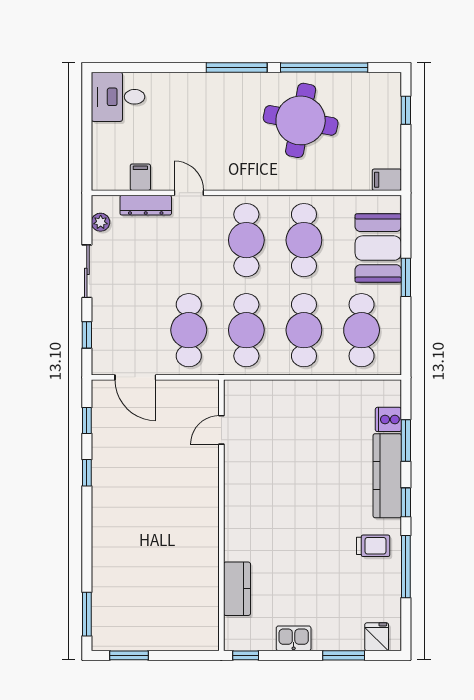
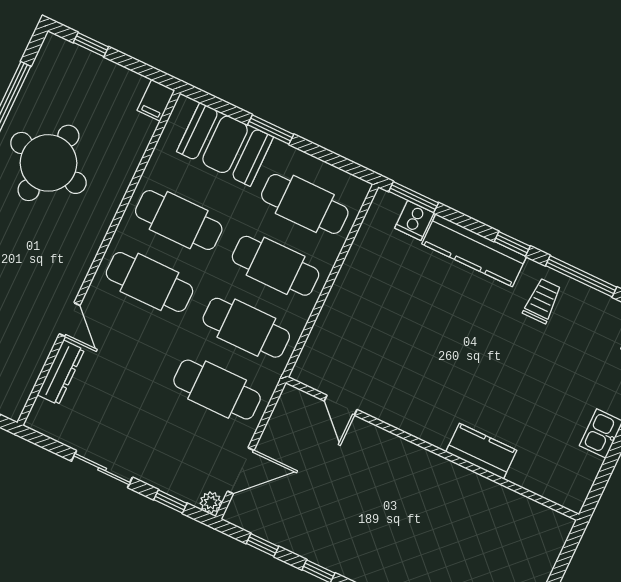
filing cabinet: (140, 177) -> (28, 364), removed
door: (189, 193) -> (70, 320), swing flipped
plant: (101, 222) -> (211, 503), moved
window: (406, 440) -> (414, 197), moved
kitchen counter: (237, 589) -> (481, 451), moved
window: (246, 655) -> (595, 494), removed

